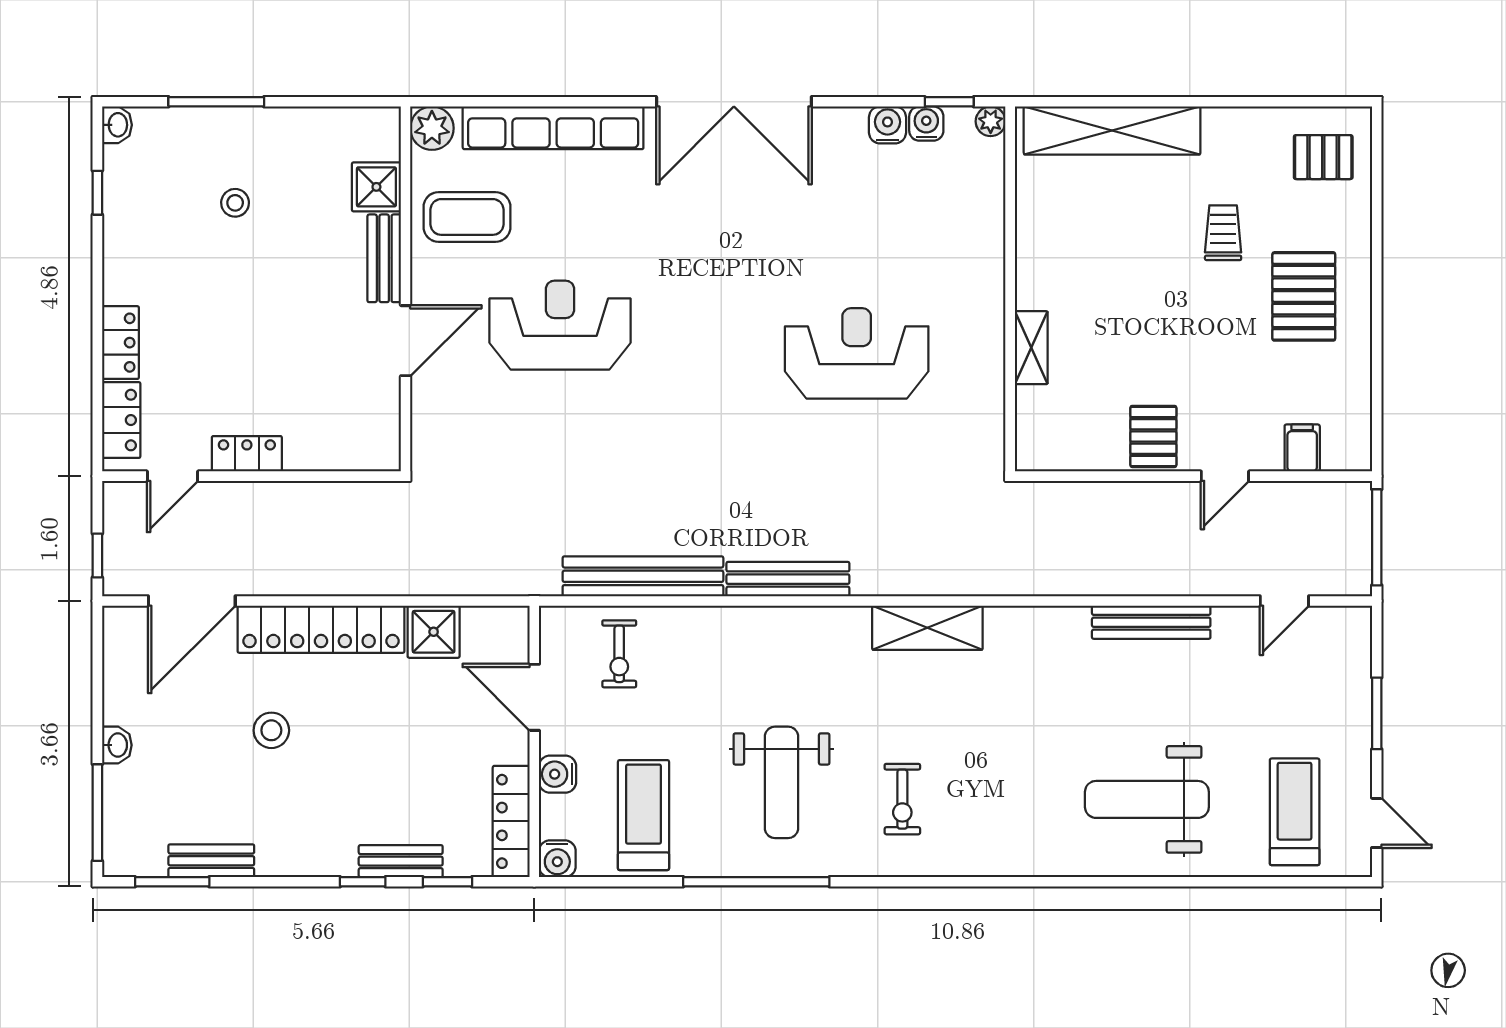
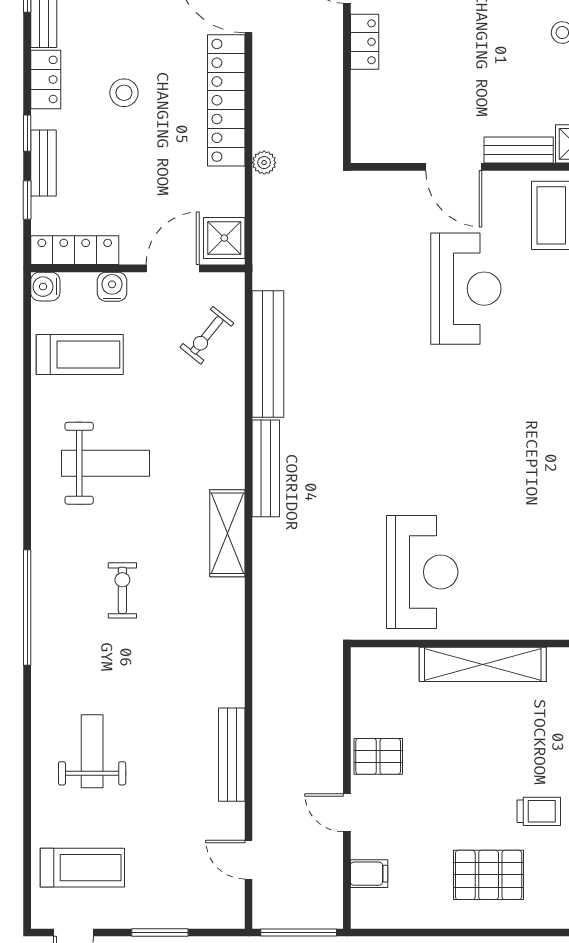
shelving: (1031, 348) -> (483, 664), width x2.20, depth x1.33
reception desk: (857, 353) -> (422, 572), moved
plant: (400, 581) -> (264, 163), added
shelving: (927, 628) -> (227, 533), moved
shower: (434, 632) -> (224, 238), moved
exercise bike: (619, 654) -> (207, 335), turned -51
stool: (271, 730) -> (124, 93), moved
weight bench: (782, 782) -> (105, 463), turned 180
exercise bike: (902, 799) -> (122, 590), moved, turned 90
weight bench: (1147, 799) -> (92, 751), width x0.73, depth x0.75
locker: (295, 858) -> (46, 79), added
window: (756, 882) -> (27, 607), moved

